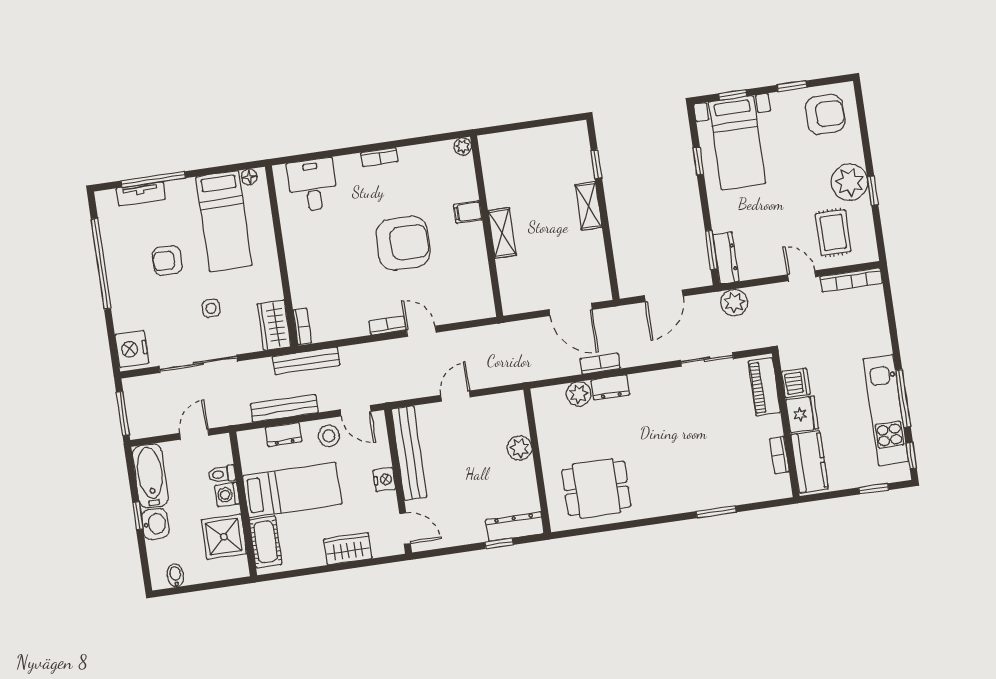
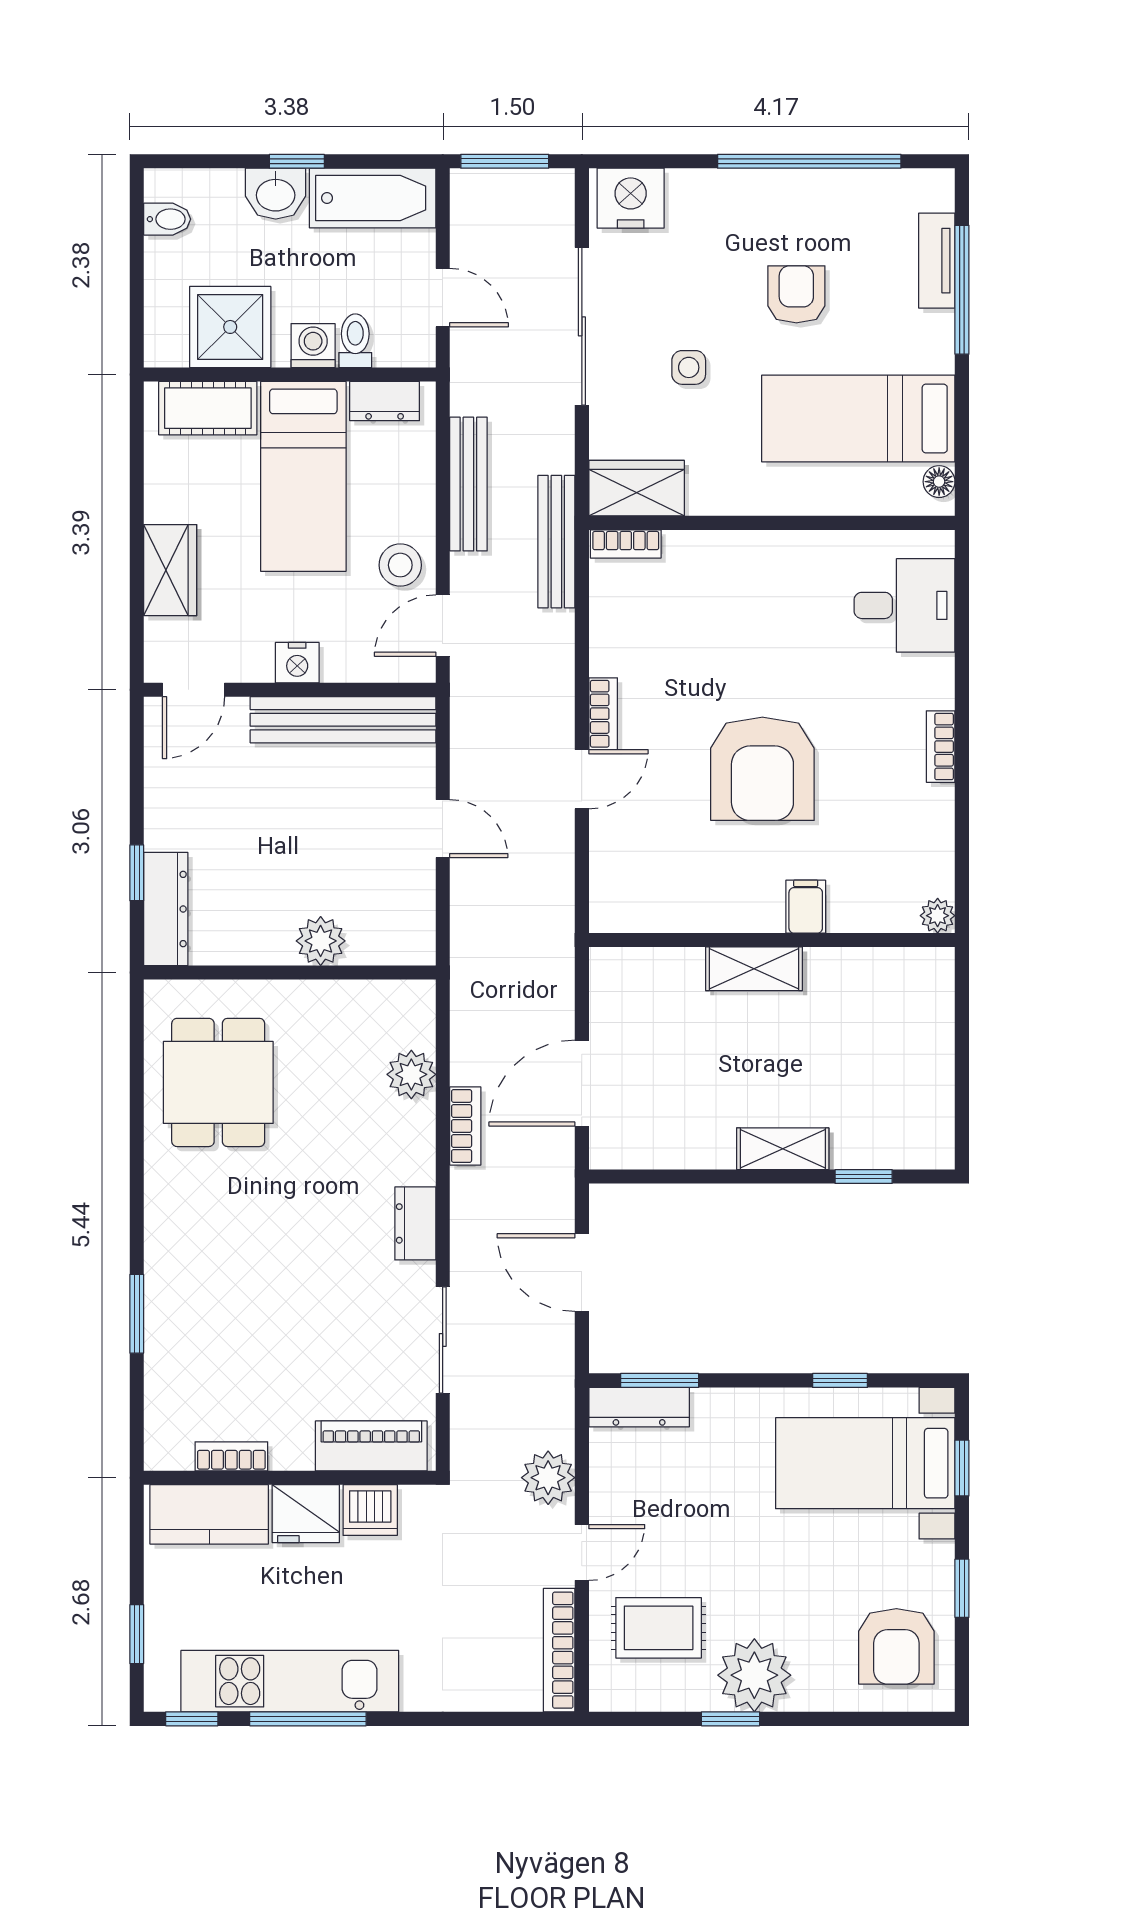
plant: (734, 303) -> (548, 1478), moved
dresser: (610, 387) -> (415, 1223), moved
dresser: (284, 435) -> (385, 401), moved, turned -90

